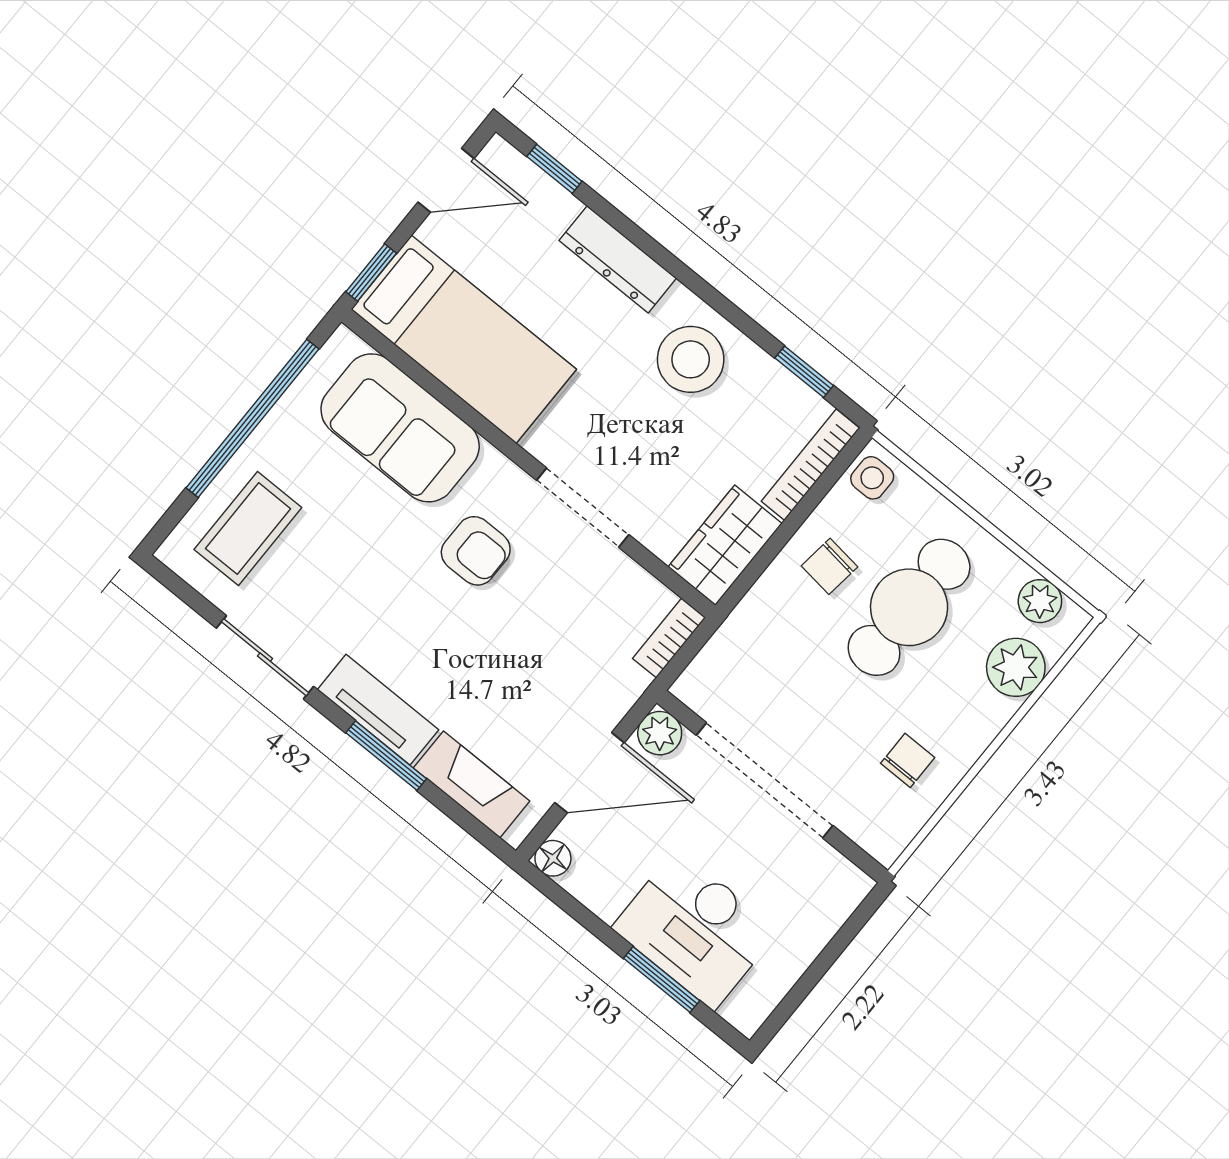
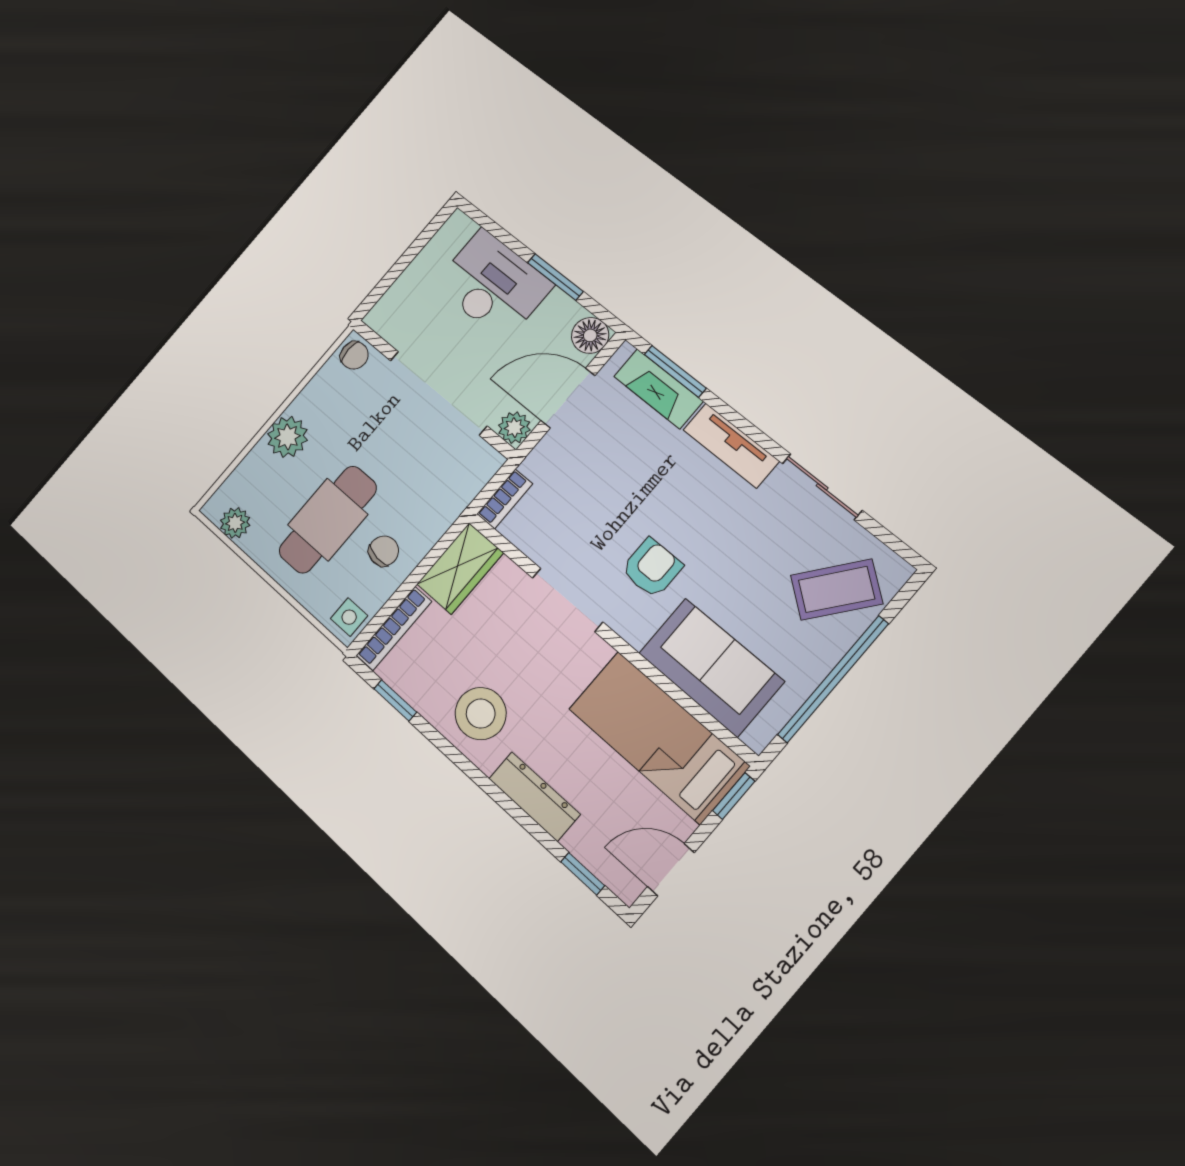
coffee table: (248, 529) -> (837, 589), turned 38
armchair: (476, 551) -> (652, 568), turned 90
plant: (1016, 667) -> (287, 437), moved
window: (386, 756) -> (675, 371), moved
chair: (908, 760) -> (354, 355), moved, turned -90
floor lamp: (553, 858) -> (590, 335), width x1.37, depth x1.37
window: (662, 980) -> (555, 277), moved

